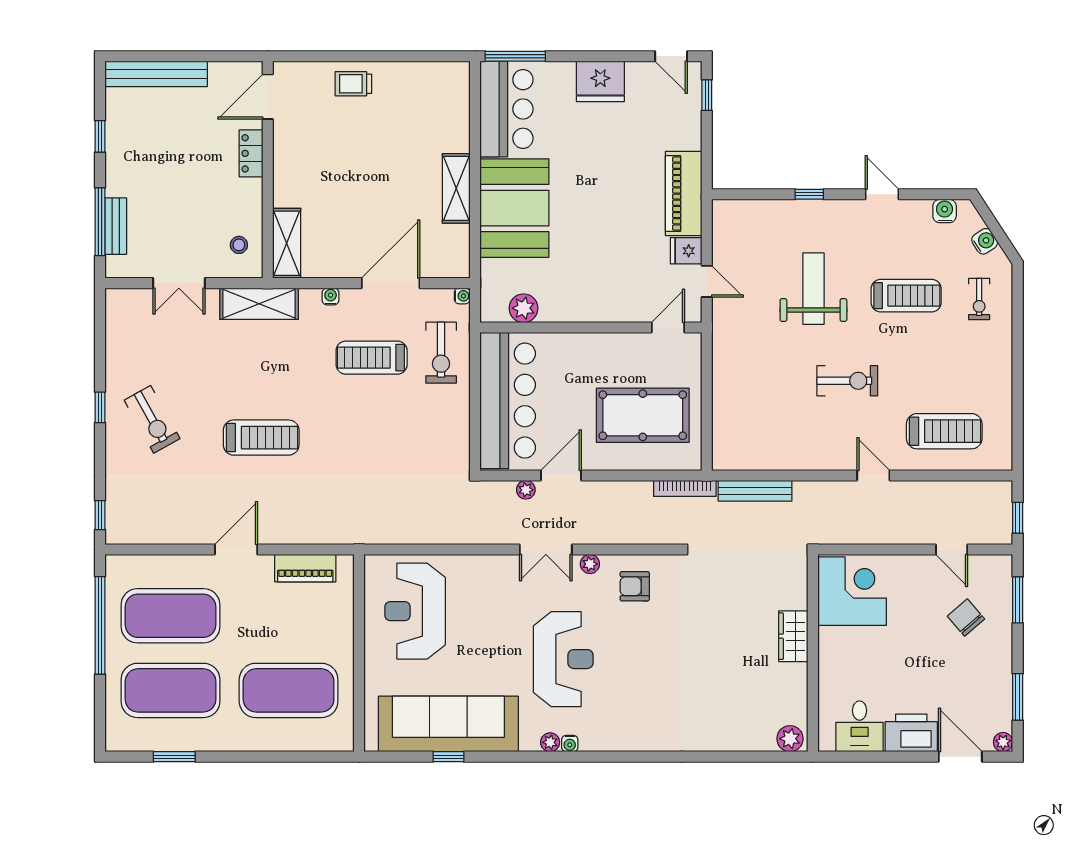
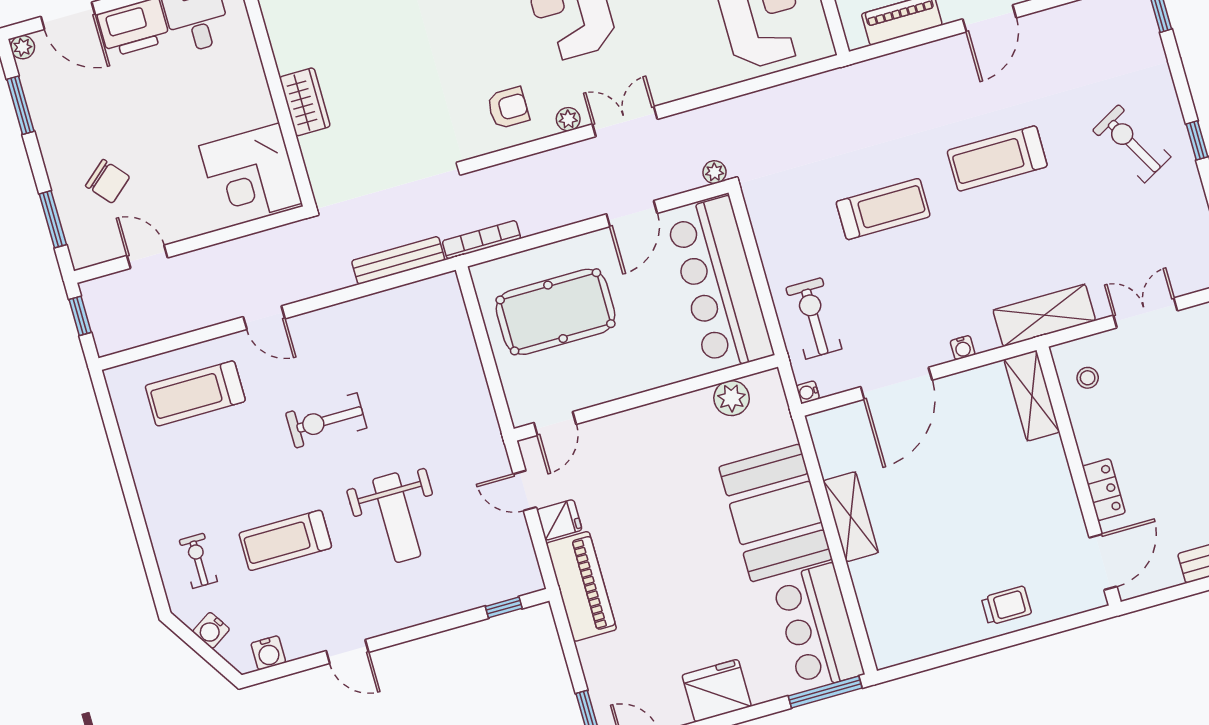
window: (809, 194) -> (504, 607), moved
treadmill: (372, 358) -> (883, 209), moved
plant: (526, 490) -> (714, 172), moved

